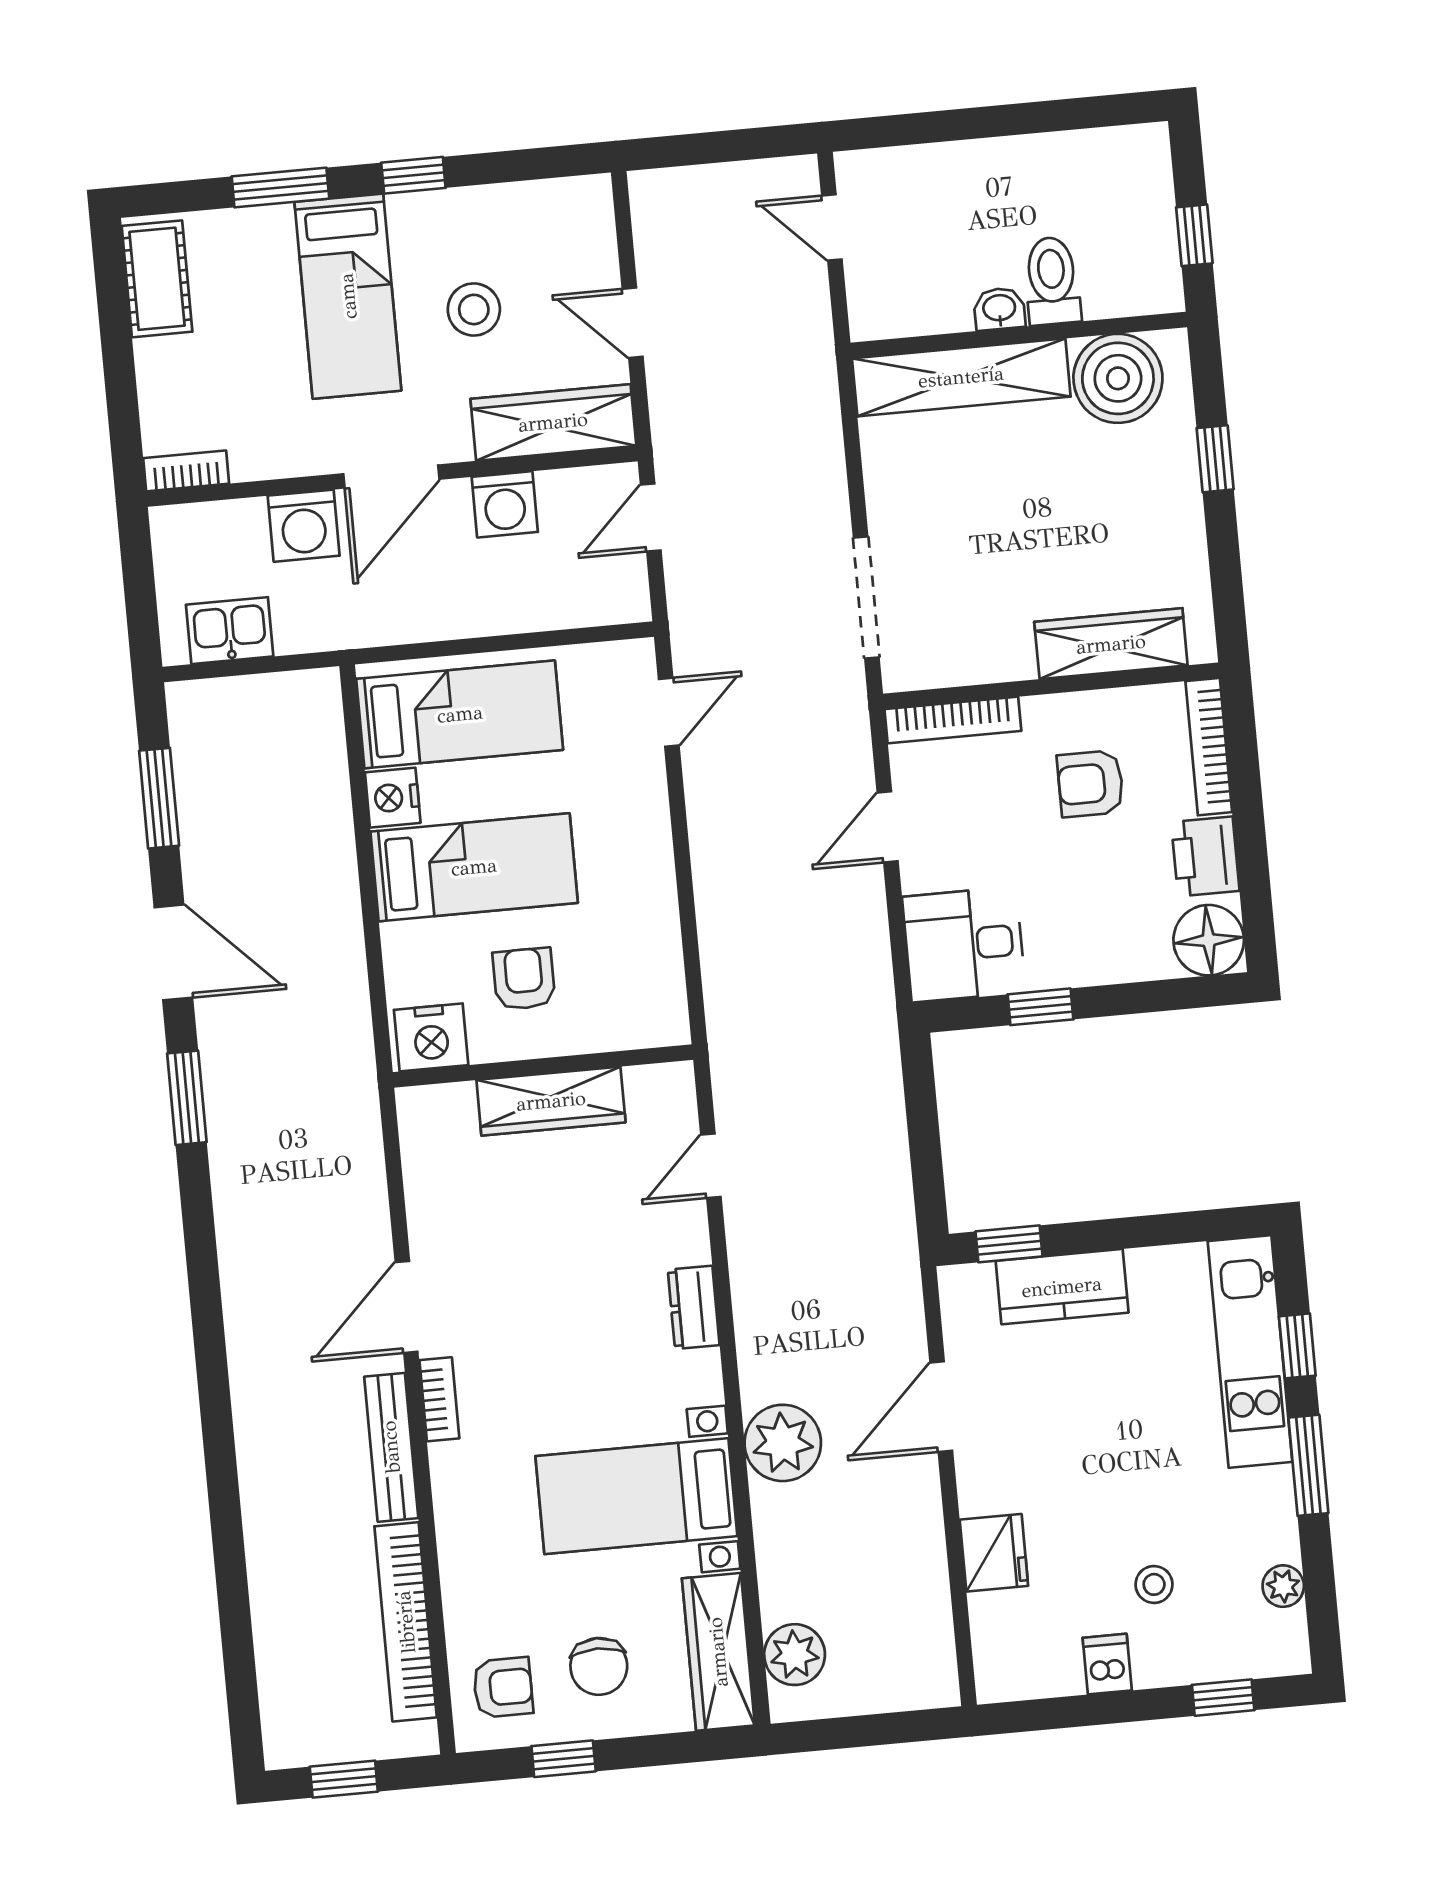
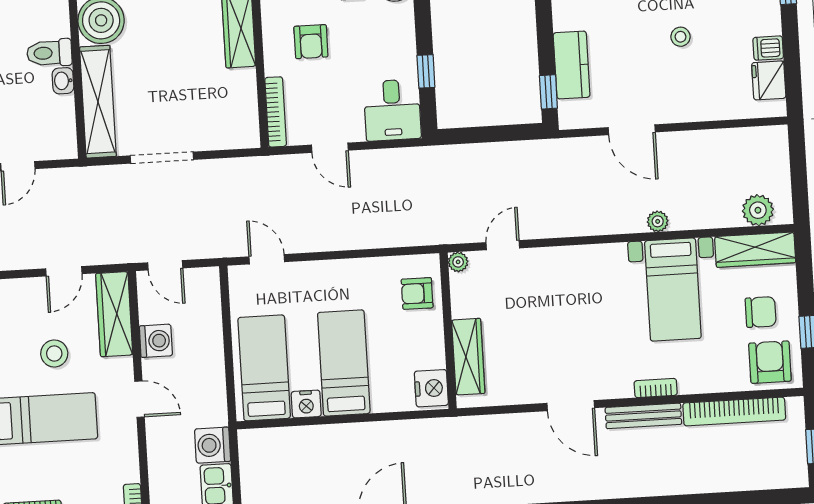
door: (391, 476) -> (139, 399), width x0.73
washing machine: (304, 526) -> (213, 445), moved, turned 180
doorway: (866, 598) -> (162, 158), moved
armchair: (524, 979) -> (417, 293), moved
plant: (676, 1081) -> (458, 262), added
wardrobe: (551, 1101) -> (468, 357), moved
door: (711, 1166) -> (503, 245), swing flipped
dresser: (694, 1307) -> (576, 257), removed
bookcase: (439, 1399) -> (656, 388), moved
plant: (783, 1443) -> (658, 221), width x0.53, depth x0.53
fridge: (994, 1553) -> (769, 80), moved, turned -90
stool: (1154, 1584) -> (681, 37), moved
armchair: (503, 1687) -> (770, 362), width x1.38, depth x1.38

